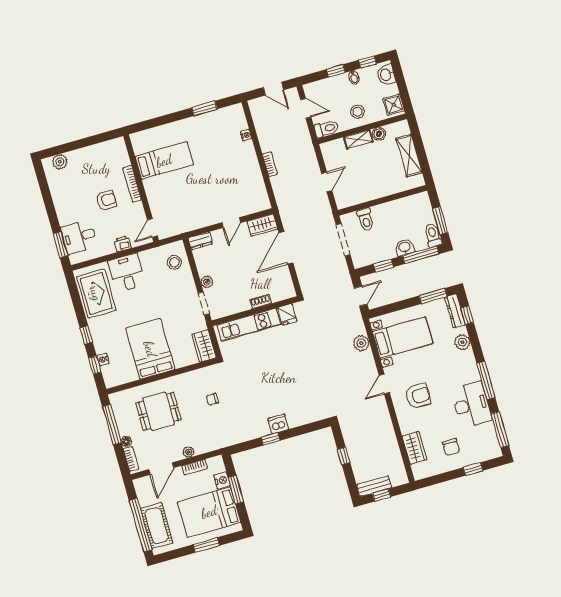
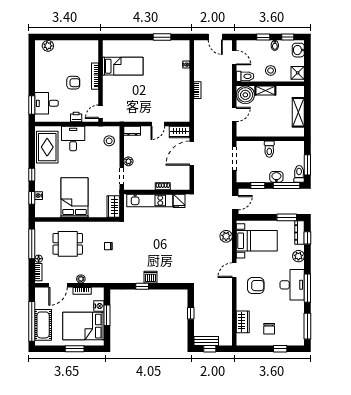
boiler: (379, 134) -> (245, 95), moved, width x1.86, depth x1.86
toilet: (366, 220) -> (269, 149), moved
desk: (471, 405) -> (292, 285), moved

